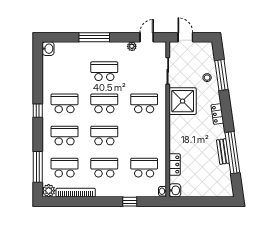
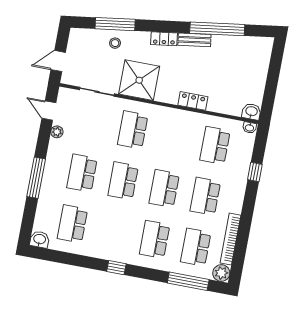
school desk: (65, 103) -> (72, 224), moved
bench: (223, 152) -> (194, 40), moved
locker: (175, 164) -> (193, 101), moved

